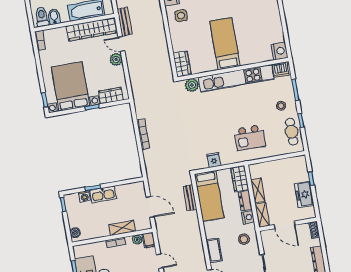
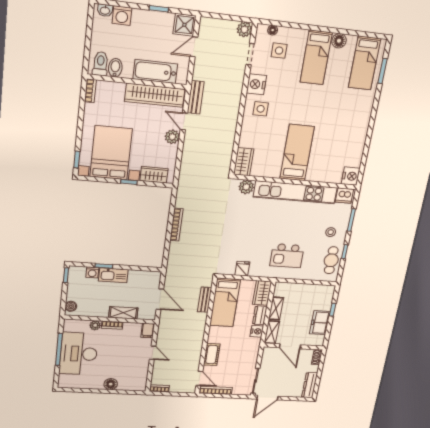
stool: (244, 239) -> (245, 351), removed
plant: (137, 240) -> (95, 325), moved

